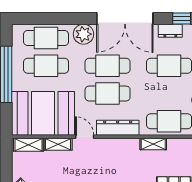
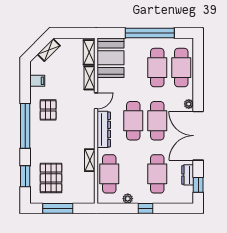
plant: (83, 34) -> (189, 104), width x0.53, depth x0.53
booth: (43, 113) -> (111, 58), width x0.73, depth x0.70

